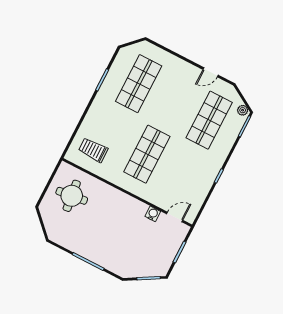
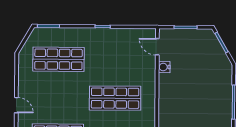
door: (211, 72) -> (16, 105), moved
plant: (243, 110) -> (35, 35), removed

